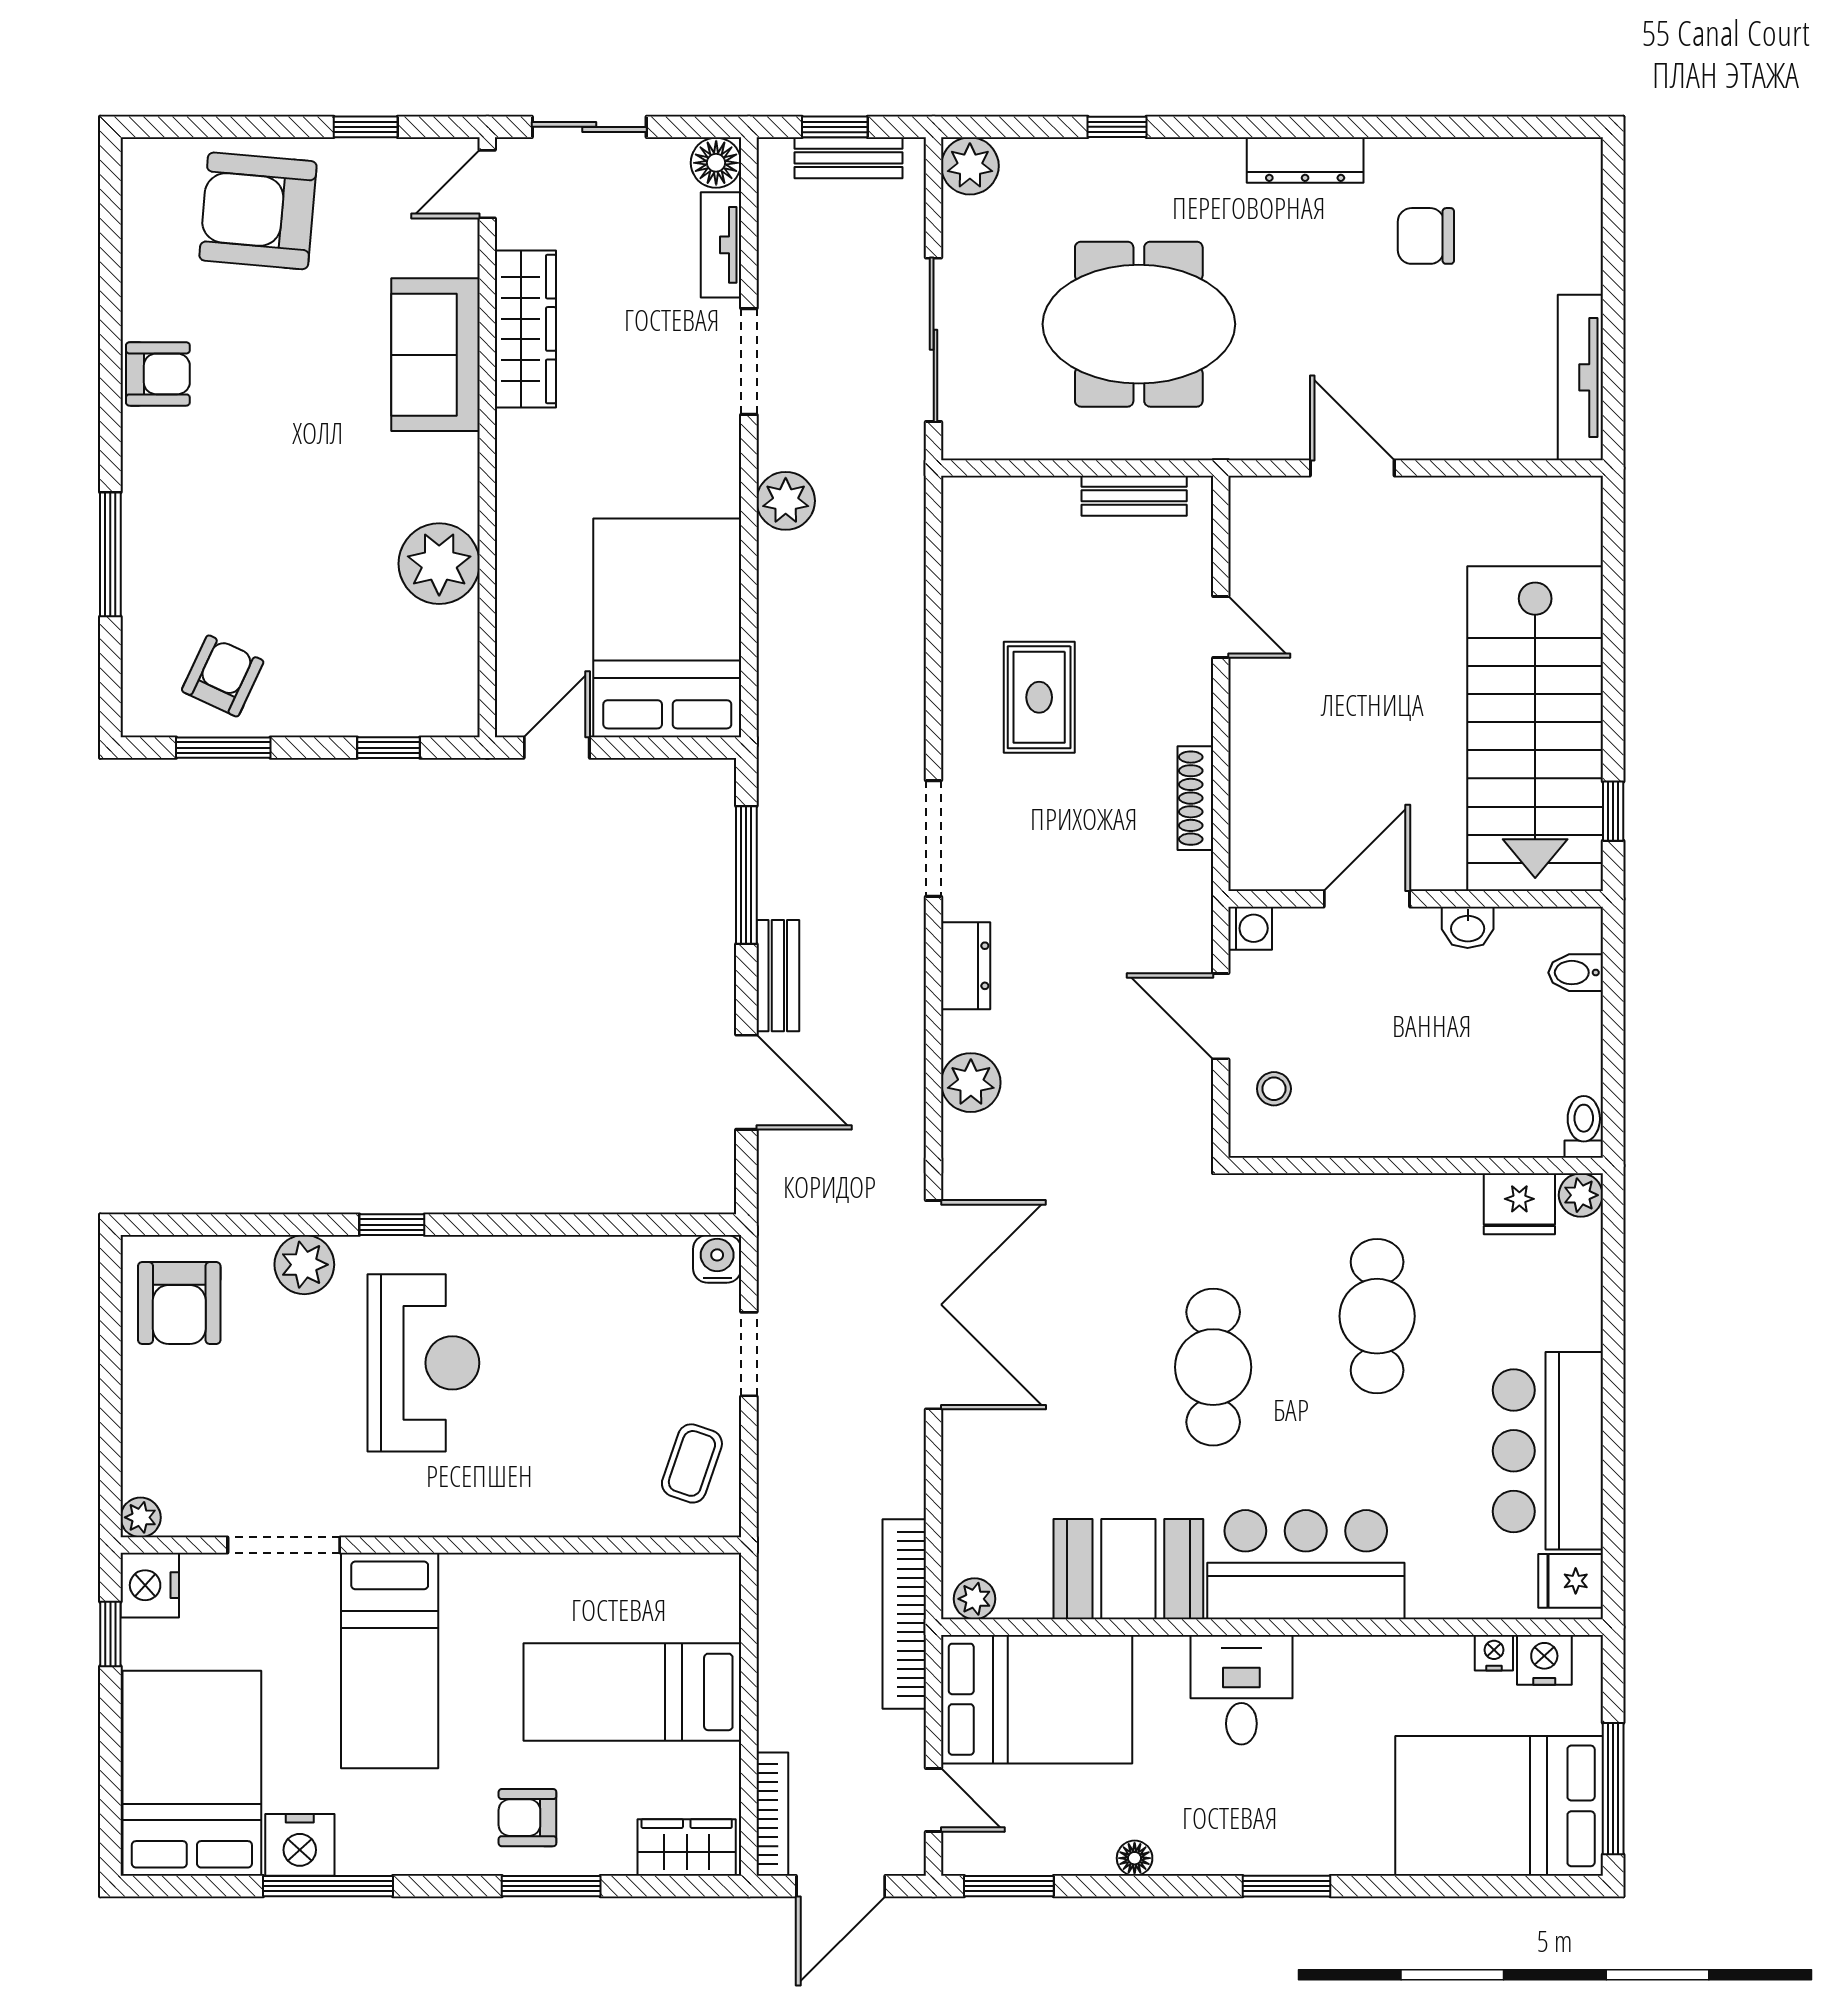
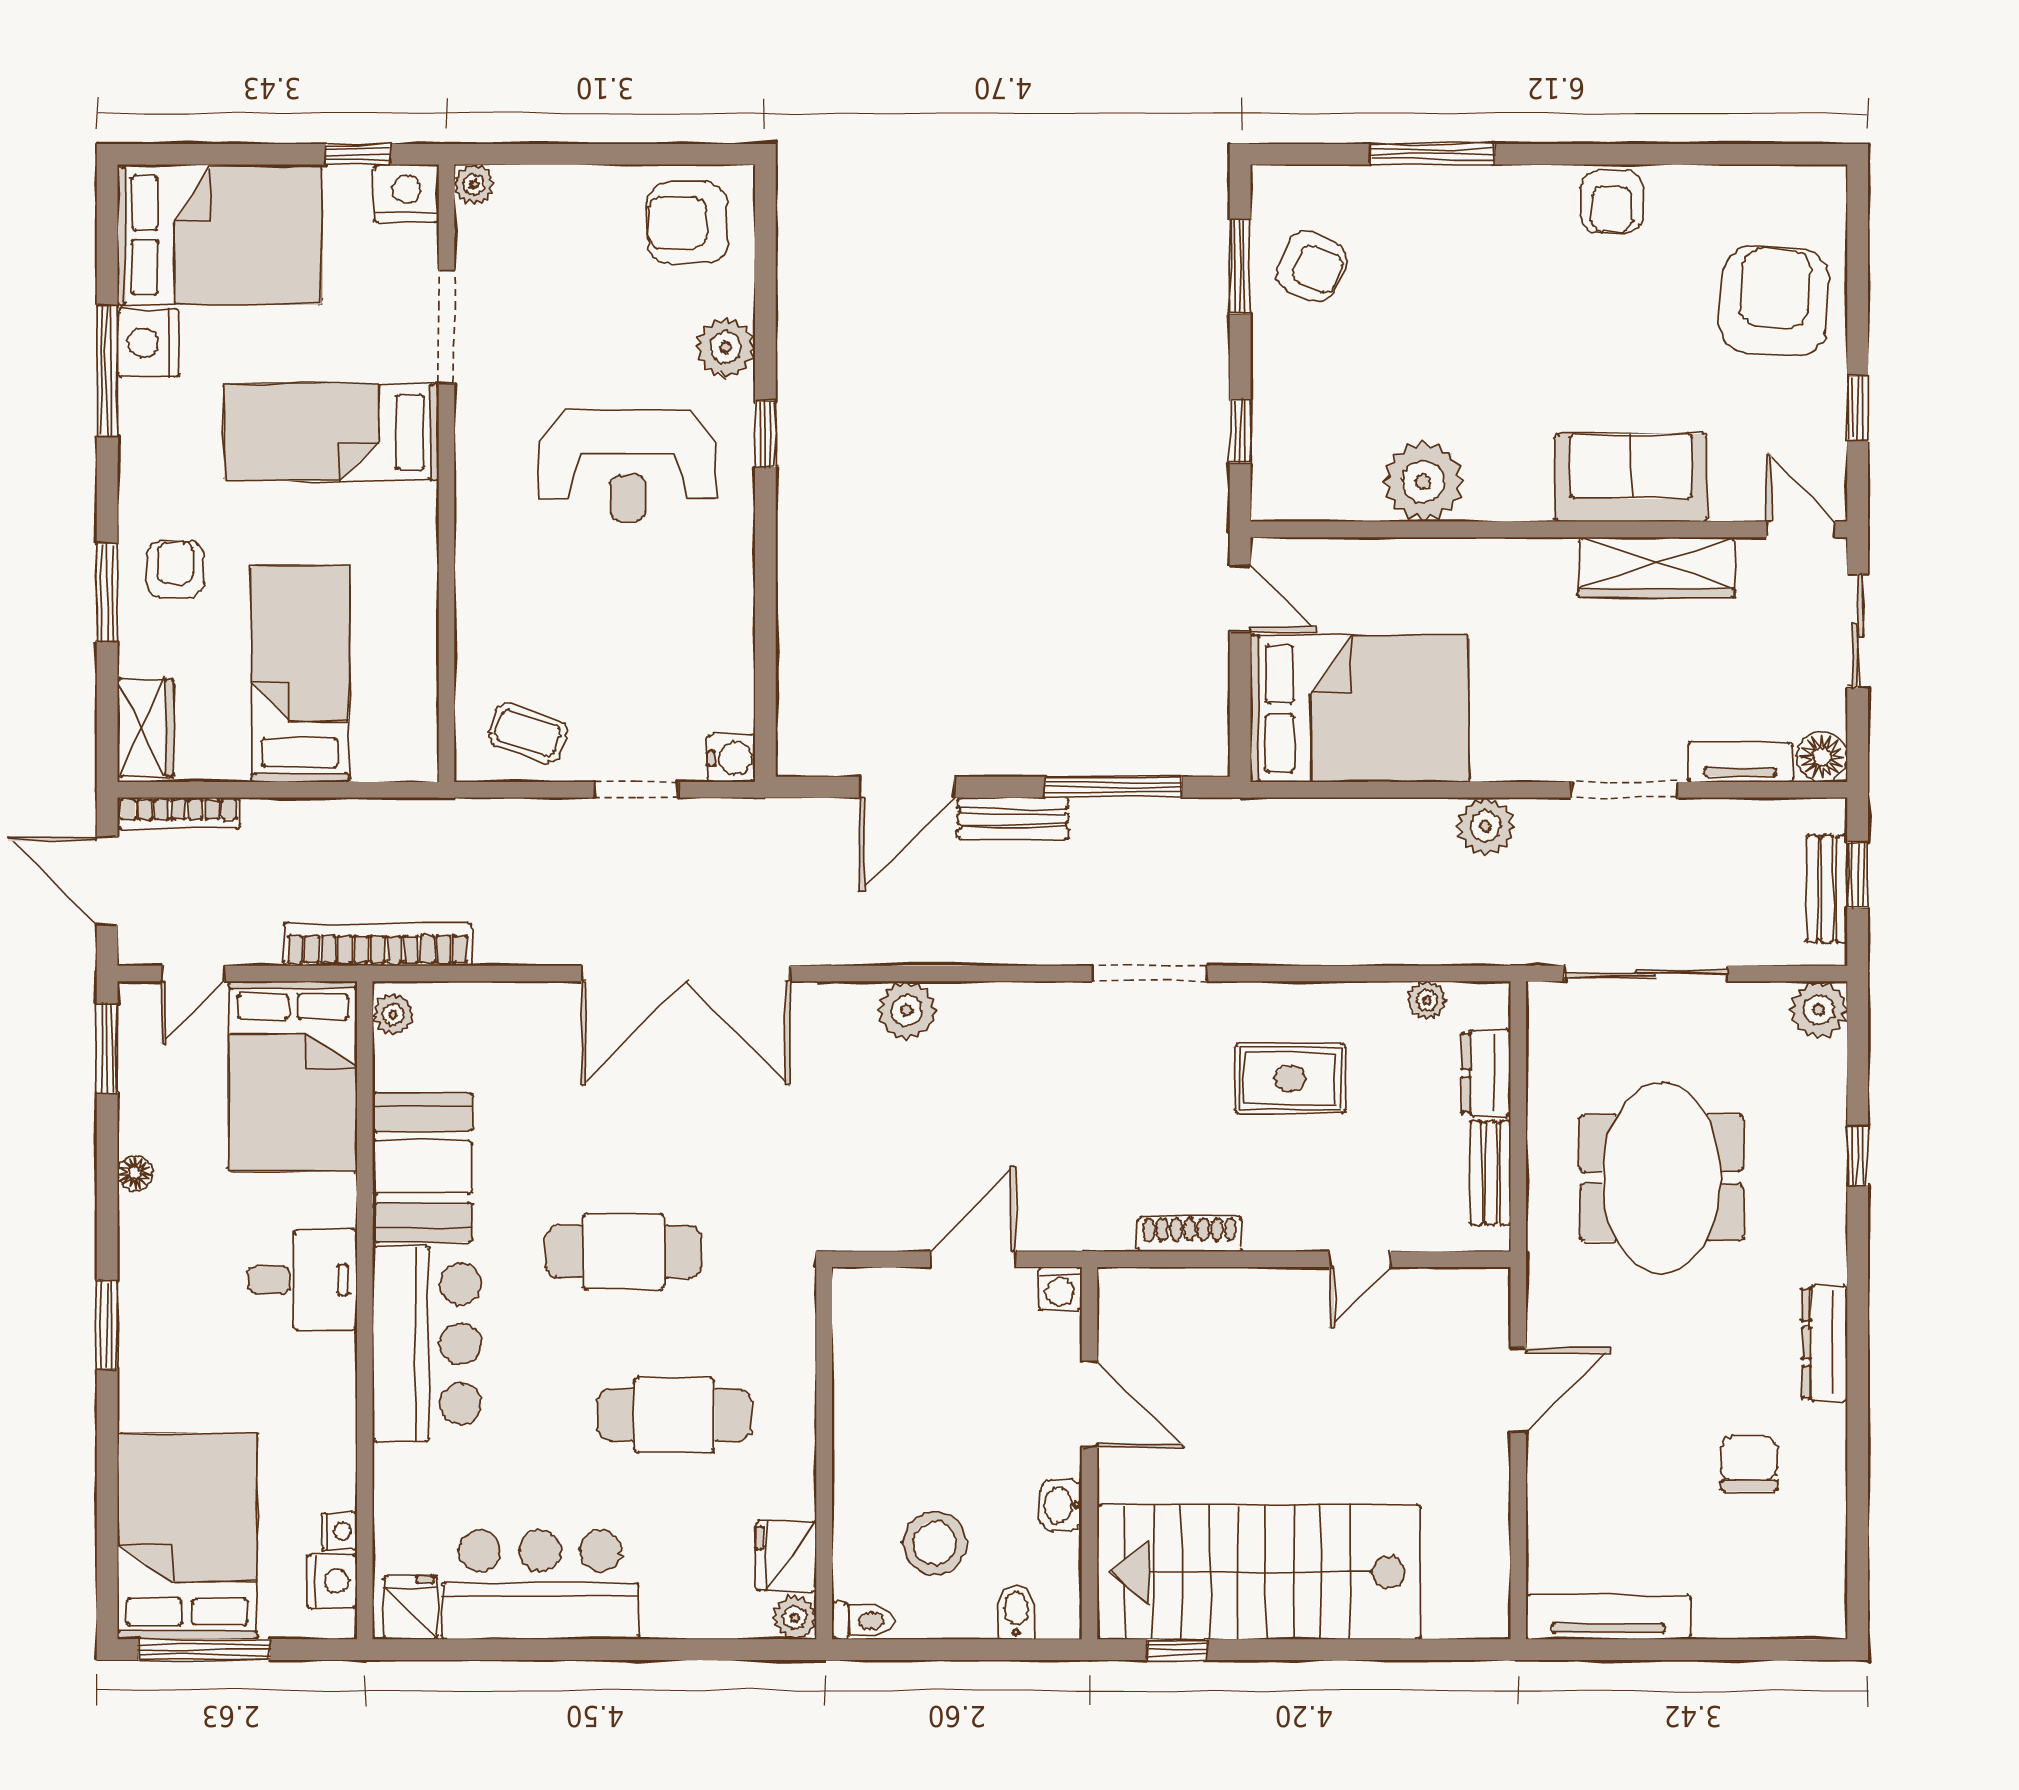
plant: (960, 560) -> (1427, 1000), added
dresser: (966, 966) -> (1486, 1073), moved, turned 90
stool: (1274, 1089) -> (935, 1543), moved, width x1.89, depth x1.89

